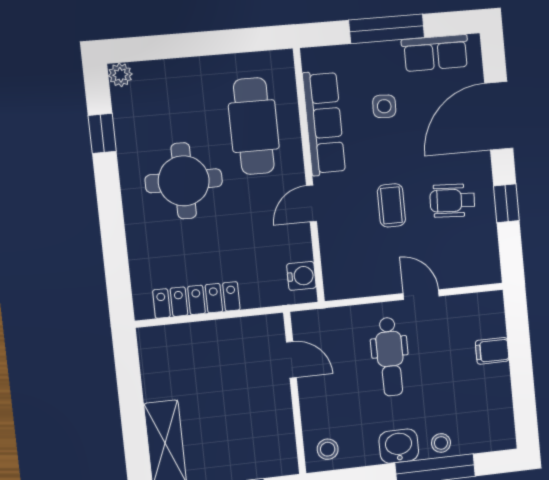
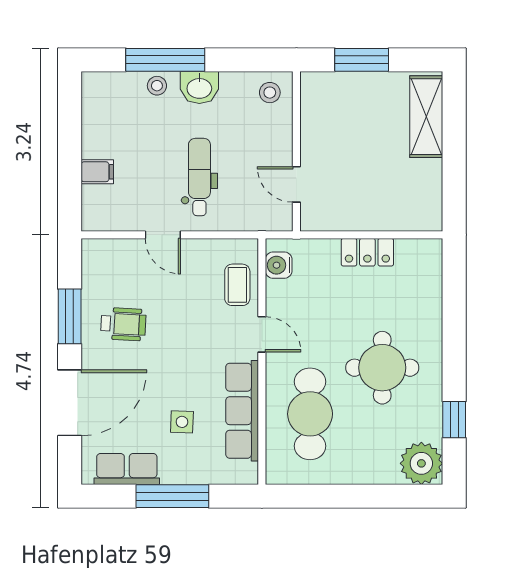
plant: (120, 75) -> (421, 463), width x1.87, depth x1.87
window: (506, 203) -> (70, 316), width x1.50
door: (311, 204) -> (262, 334), hinge flipped
coffee table: (391, 205) -> (237, 285), moved
locker: (196, 300) -> (367, 252), width x0.66

